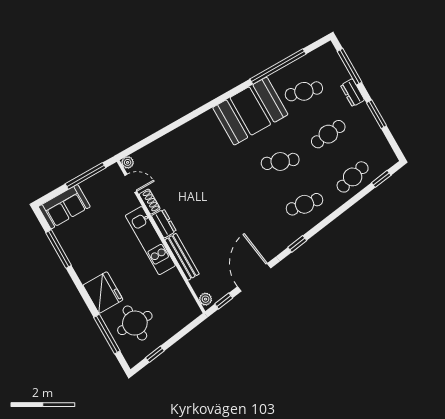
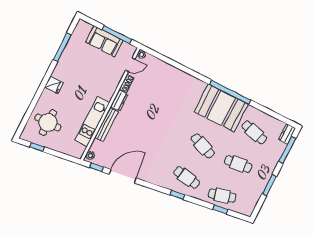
window: (278, 67) -> (230, 92), moved
dresser: (352, 93) -> (287, 134), moved
window: (381, 179) -> (220, 209), moved
door: (131, 183) -> (130, 65), hinge flipped
sofa: (64, 207) -> (104, 41), moved
kitchen unit: (150, 241) -> (92, 121), moved
window: (297, 244) -> (177, 195), moved
fridge: (103, 292) -> (54, 85), width x0.53, depth x0.75
window: (107, 334) -> (30, 110), removed

